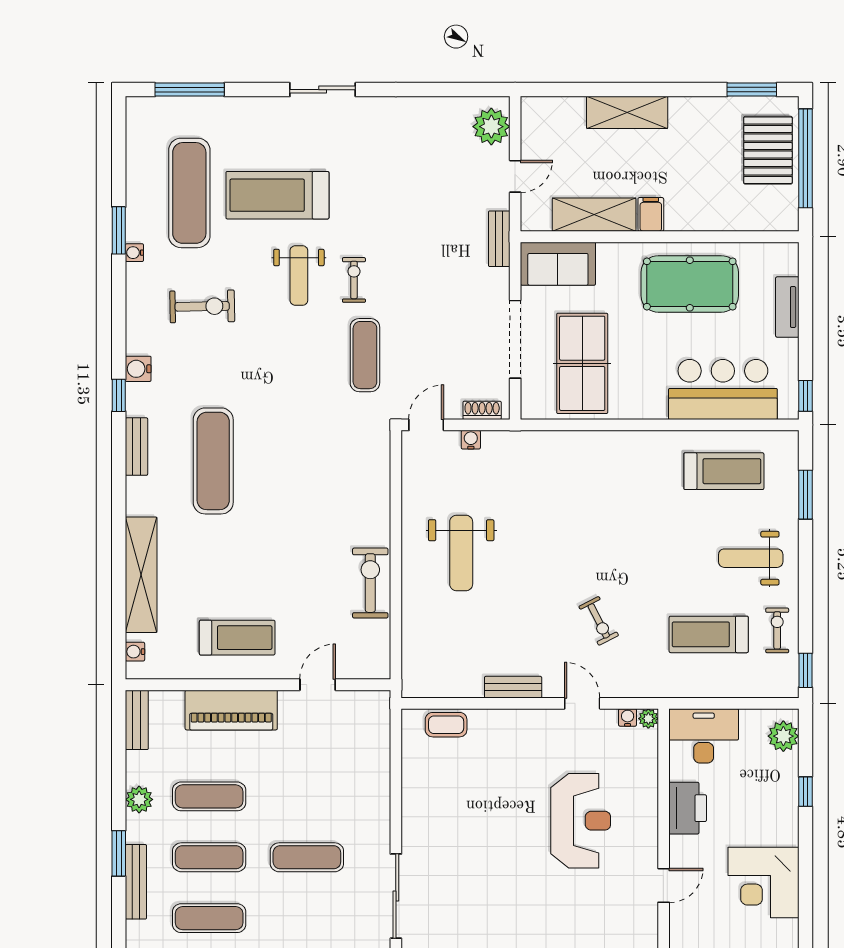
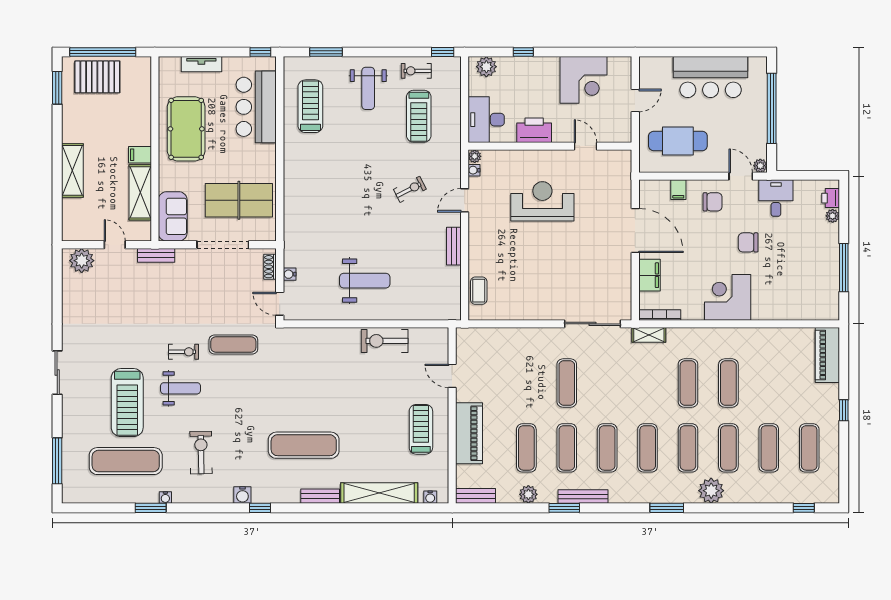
exercise bike: (354, 280) -> (183, 352), turned 180
bench: (137, 447) -> (320, 496), moved

